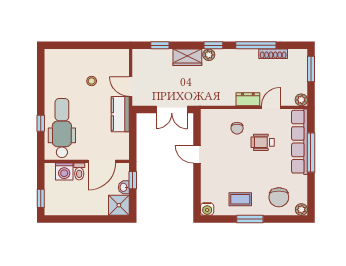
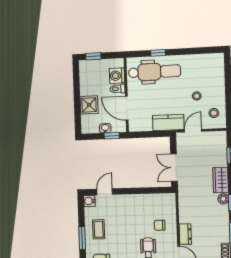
stool: (112, 62) -> (214, 113), added
door: (197, 154) -> (105, 192), moved
shower: (119, 205) -> (89, 105), moved

